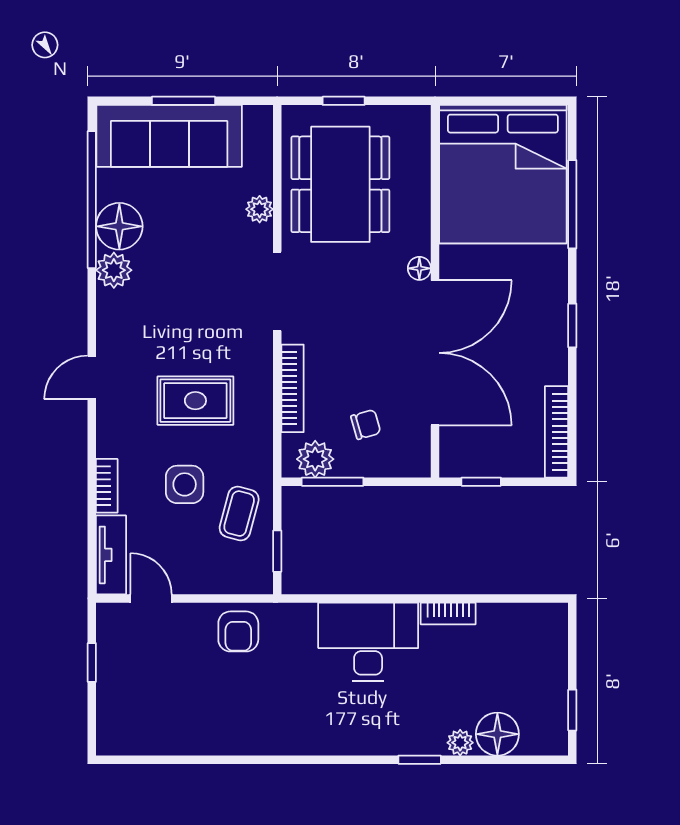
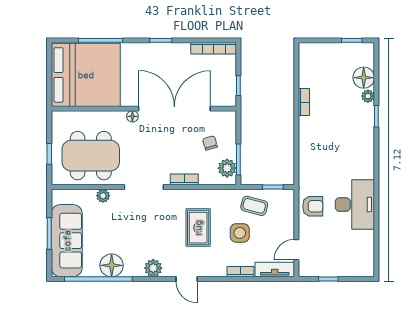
plant: (114, 270) -> (153, 268), moved
bookcase: (293, 388) -> (184, 179), width x0.64
desk: (368, 642) -> (355, 205), moved, turned 180

